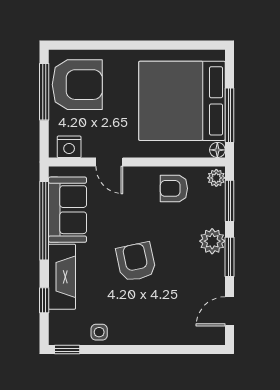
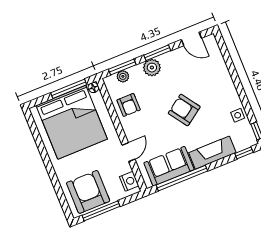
plant: (216, 178) -> (123, 76), moved
armchair: (136, 262) -> (184, 110), turned 67
window: (44, 300) -> (244, 153), moved

